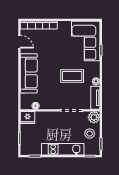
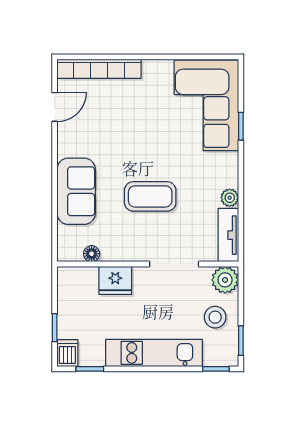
door: (19, 42) -> (55, 107), hinge flipped
sofa: (29, 73) -> (76, 191), width x0.73
coffee table: (72, 76) -> (150, 196), moved
fridge: (28, 118) -> (115, 280), moved
dishwasher: (25, 149) -> (67, 353), added

